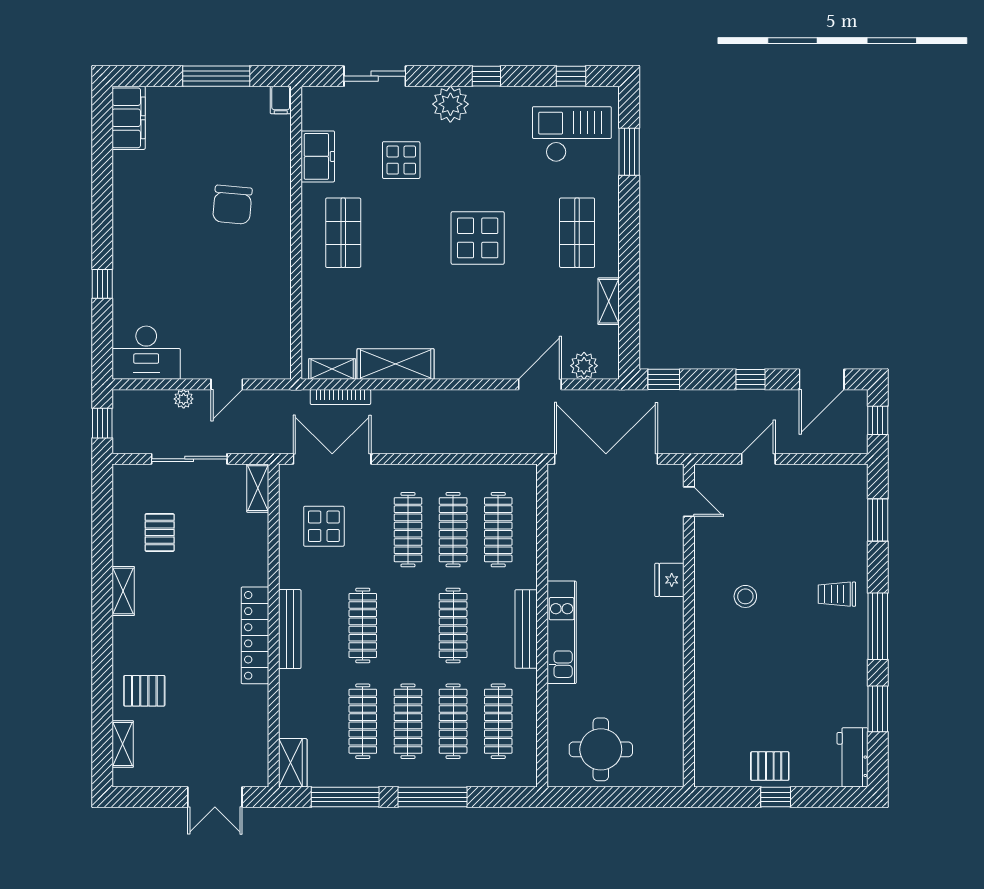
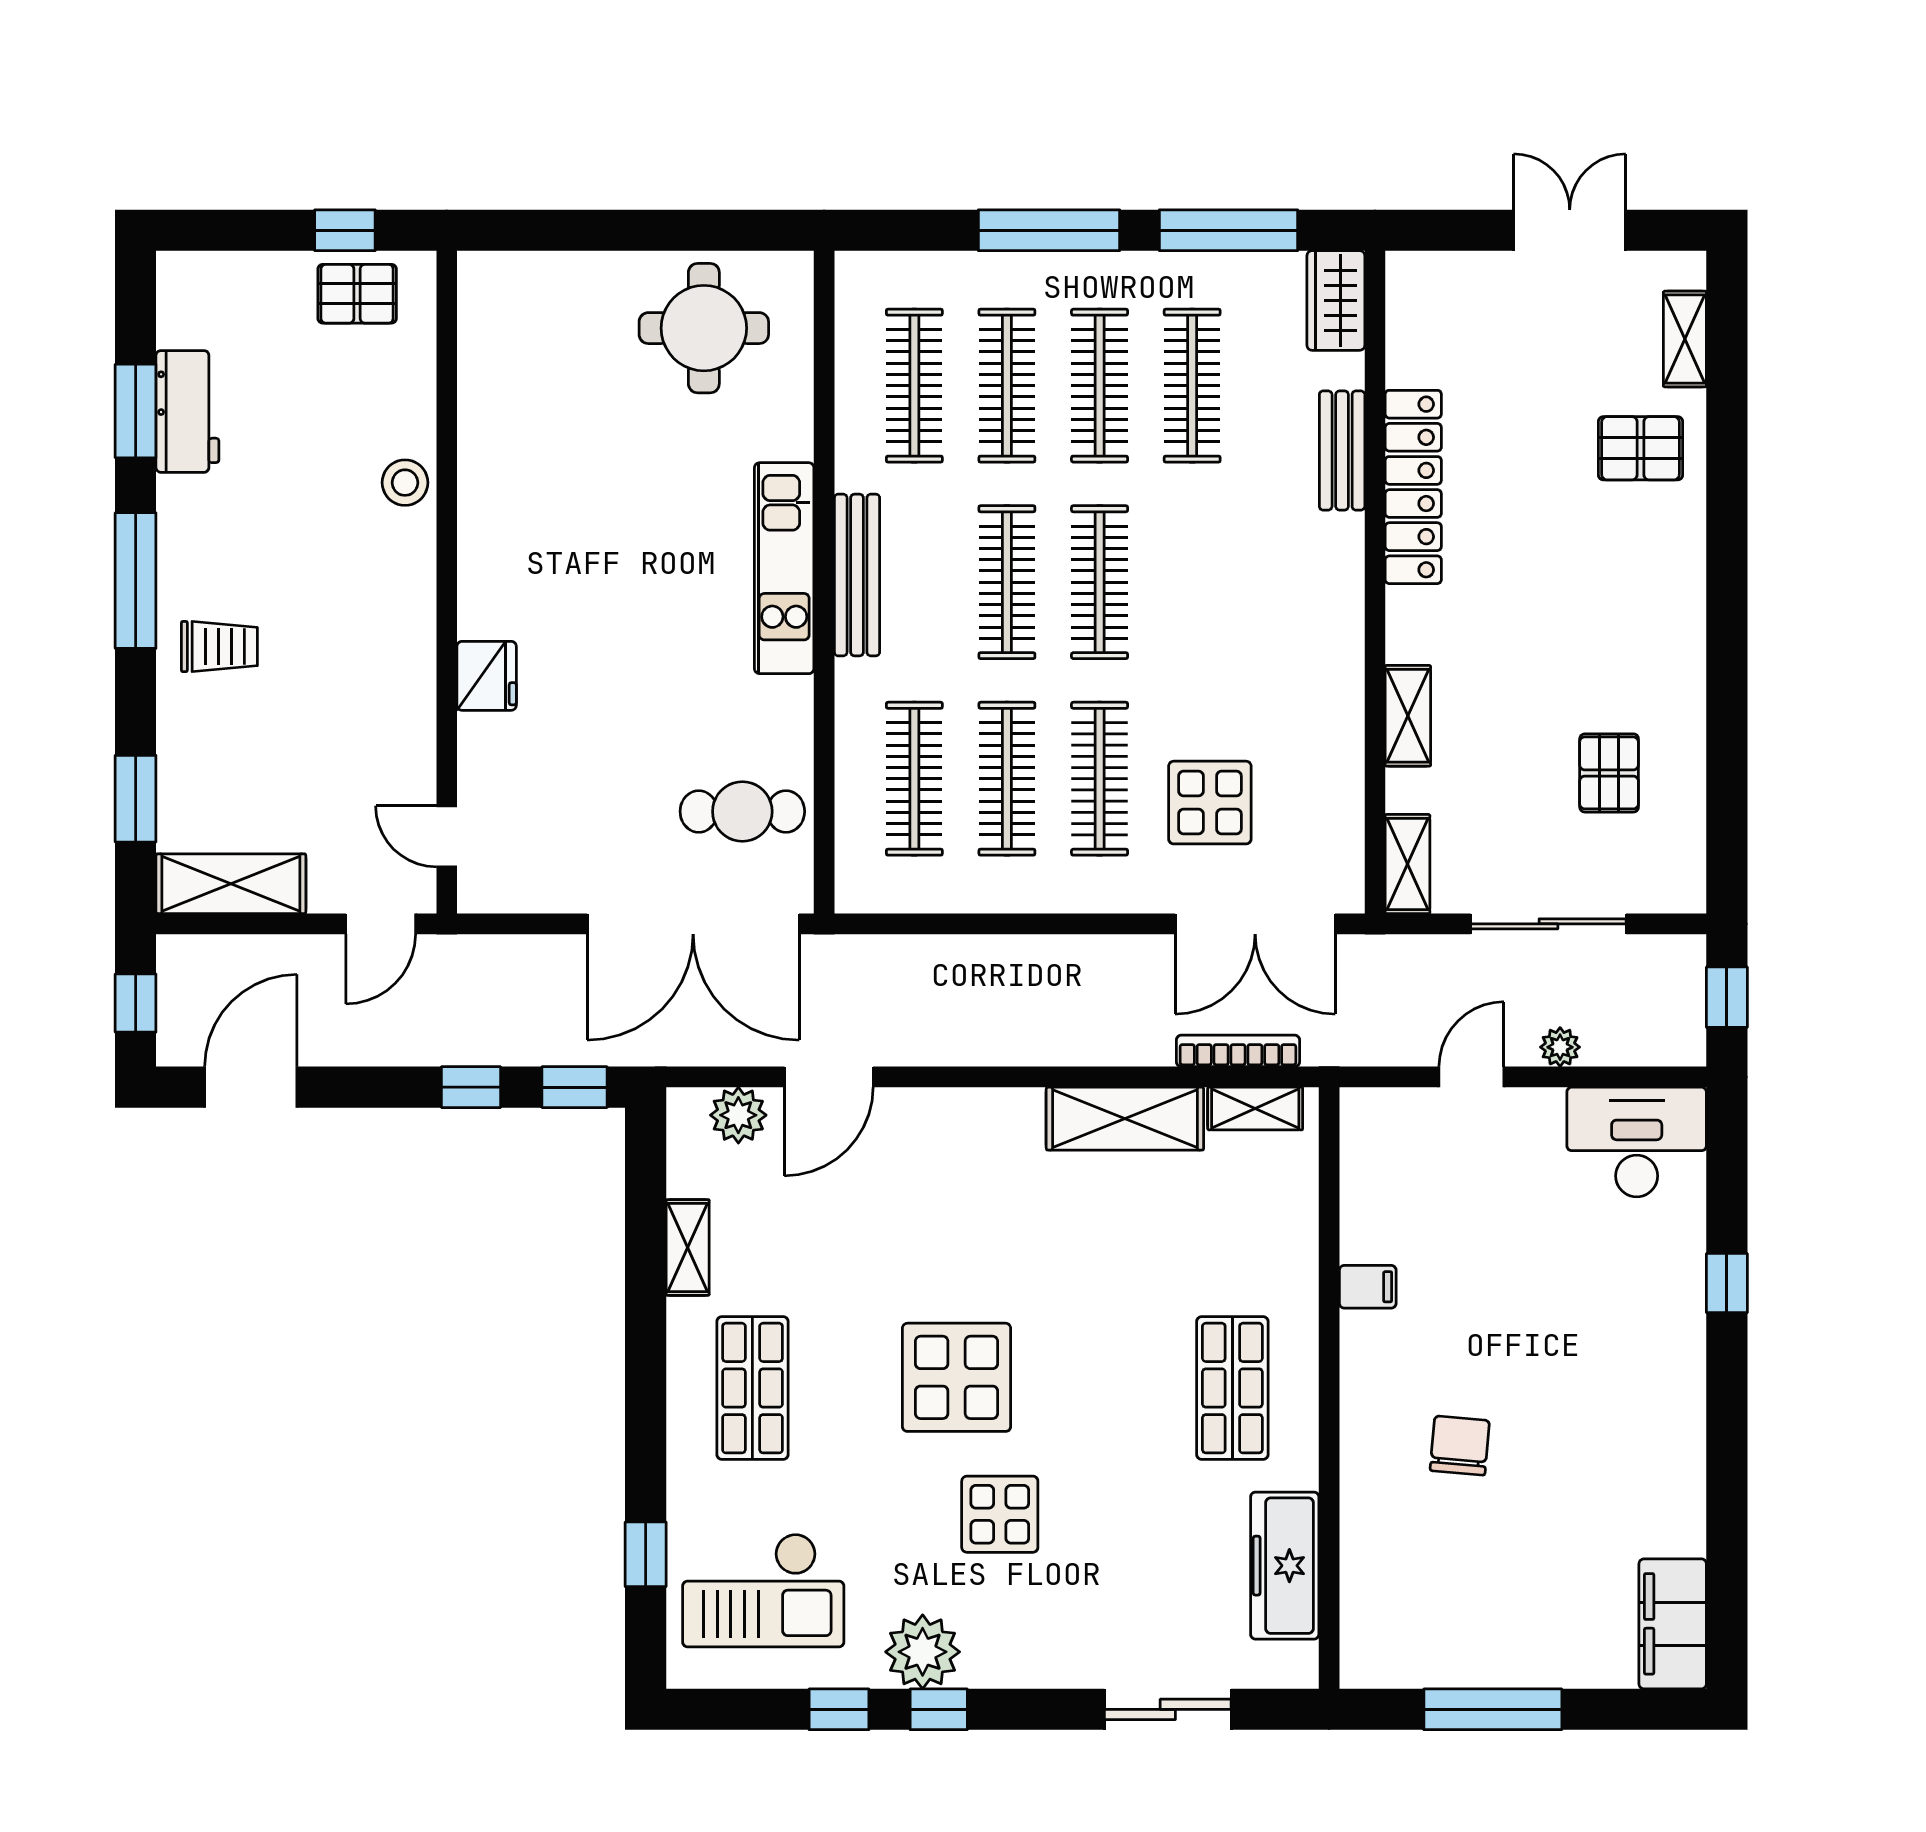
window: (571, 76) -> (839, 1709), moved
filing cabinet: (281, 100) -> (1368, 1287), moved, turned 90
plant: (450, 104) -> (923, 1652), moved
window: (629, 152) -> (646, 1554), width x0.67
freezer: (318, 156) -> (1285, 1566), width x1.40
display table: (401, 160) -> (1000, 1514), moved
chair: (232, 205) -> (1460, 1446), width x0.73, depth x0.73
window: (751, 379) -> (471, 1087), moved
shelving: (831, 479) -> (231, 884), added
door: (689, 502) -> (447, 836), moved
cafe table: (582, 514) -> (742, 811), added
display table: (324, 526) -> (1210, 803), moved
fridge: (669, 580) -> (487, 676), moved
shelving: (123, 591) -> (1408, 716), moved
stool: (745, 596) -> (405, 483), moved
clothes rail: (363, 625) -> (1100, 582), moved
wall: (689, 625) -> (447, 582), moved
bench: (290, 629) -> (1342, 450), moved, width x0.73
locker: (255, 635) -> (1413, 487), moved
workbench: (852, 757) -> (187, 411), moved
double door: (215, 797) -> (1570, 230), moved

